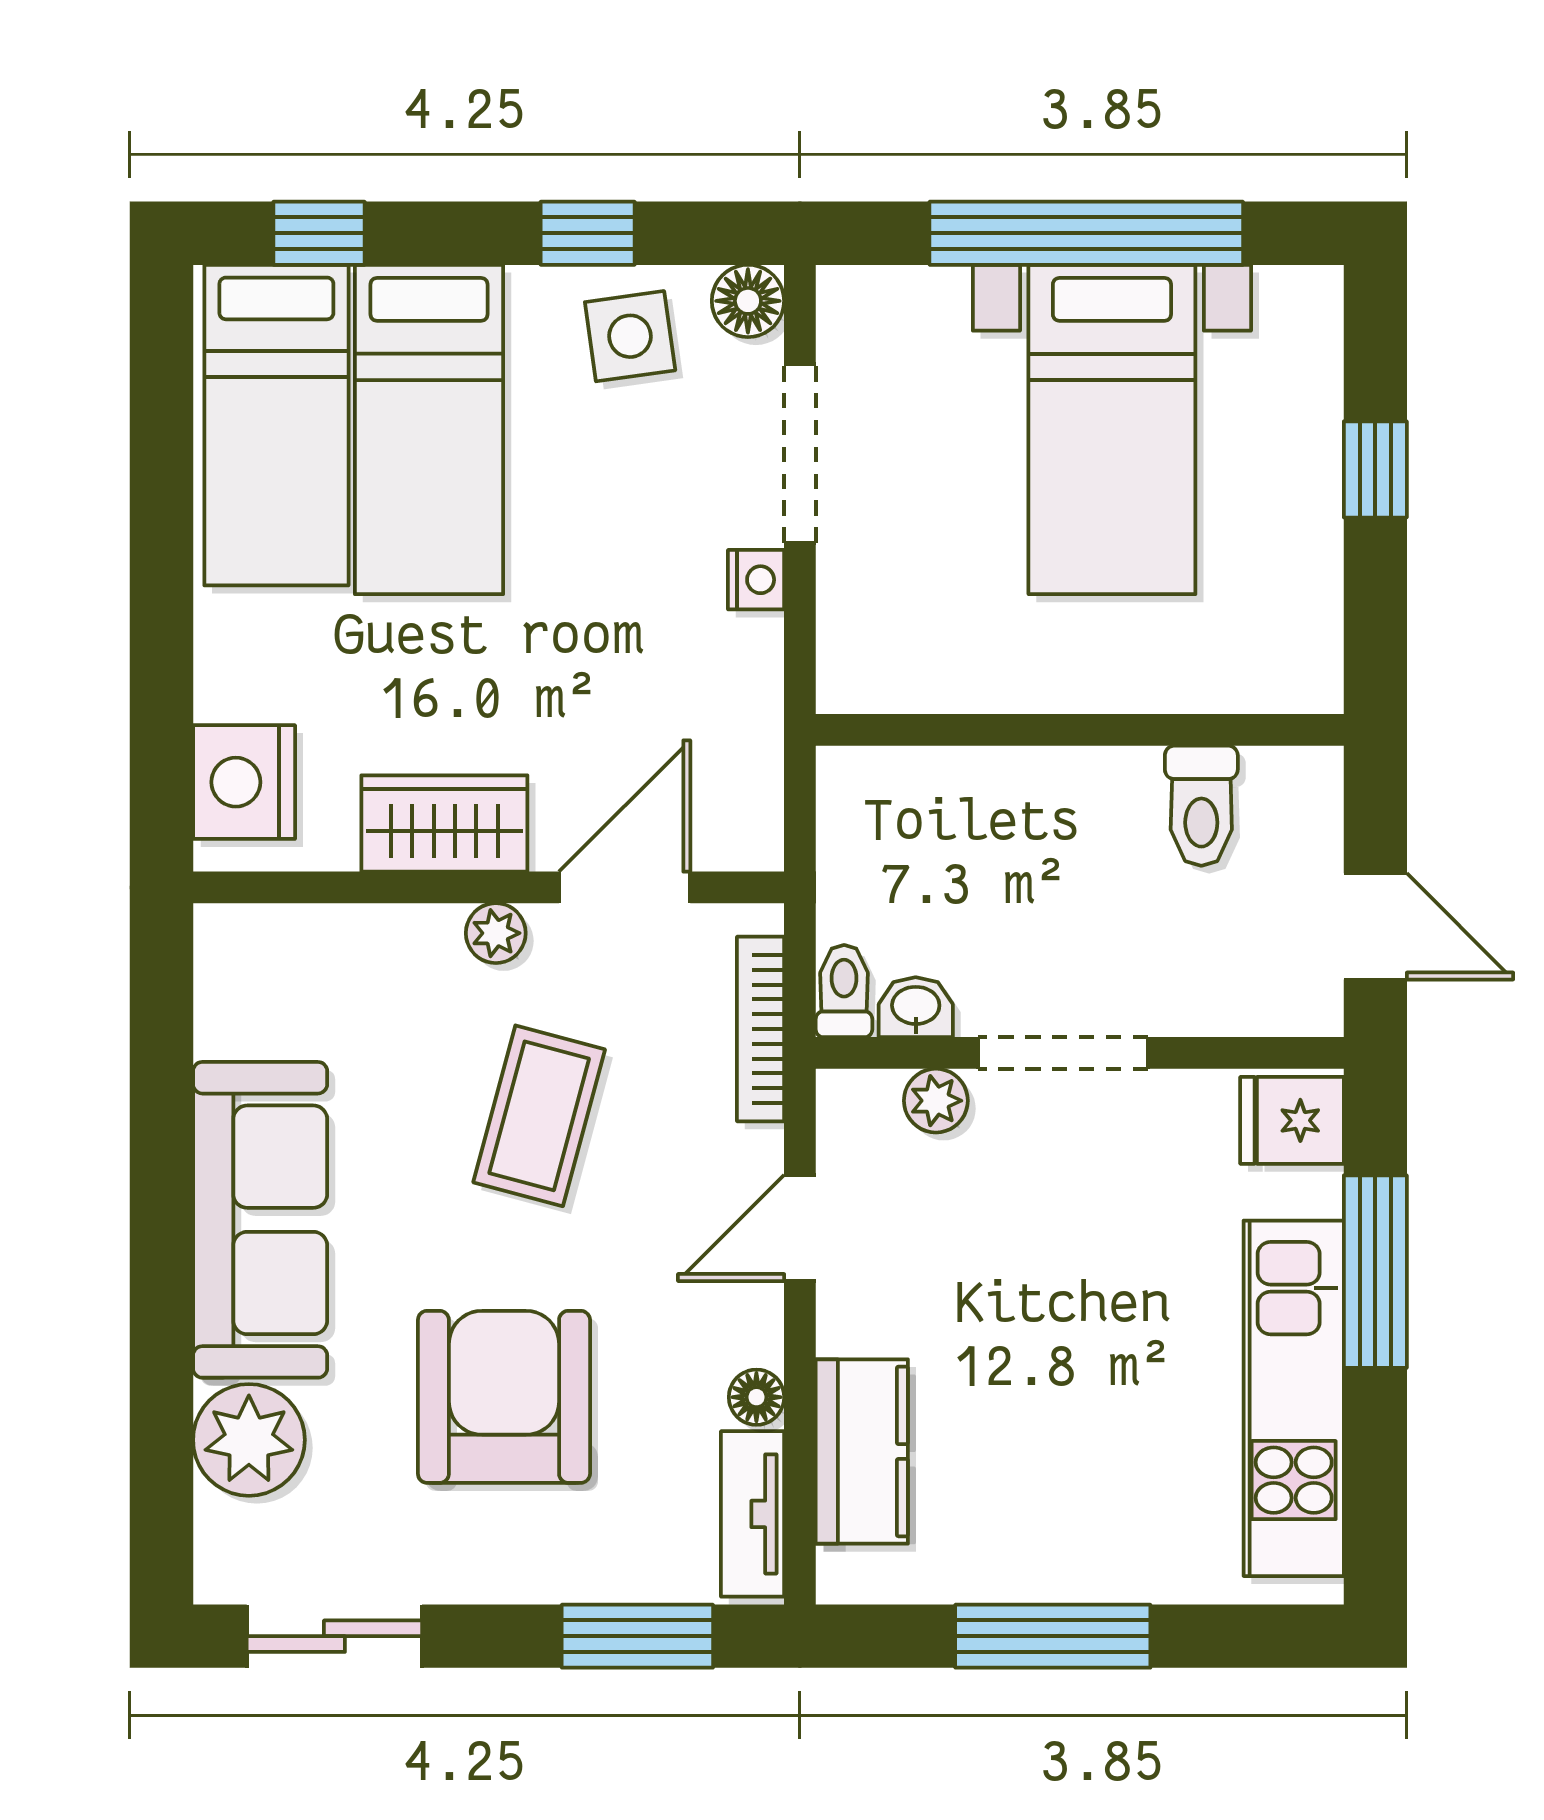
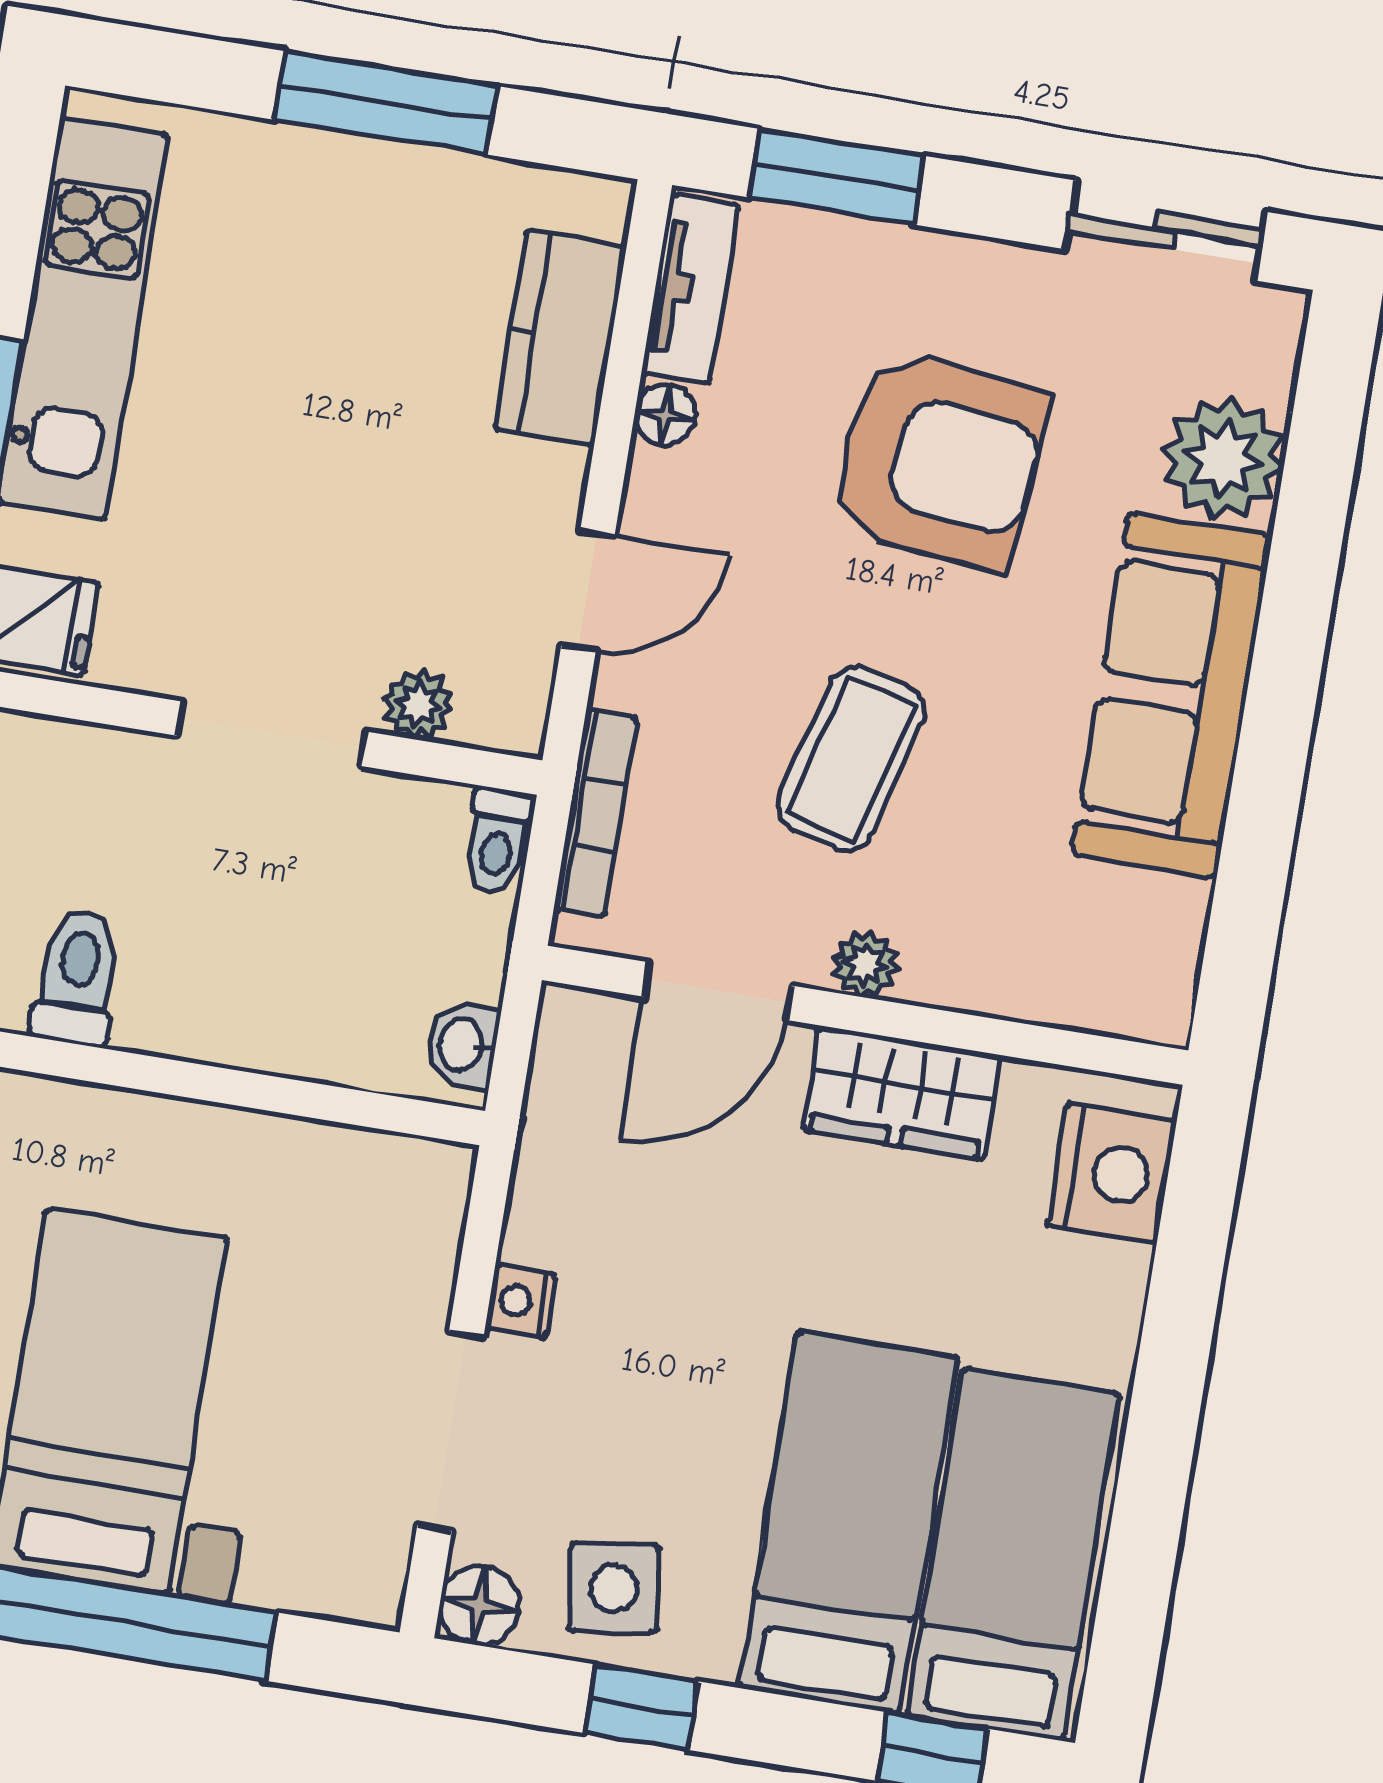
washbasin: (916, 1007) -> (463, 1045), moved, turned 90
armchair: (504, 1397) -> (939, 460), turned -84

